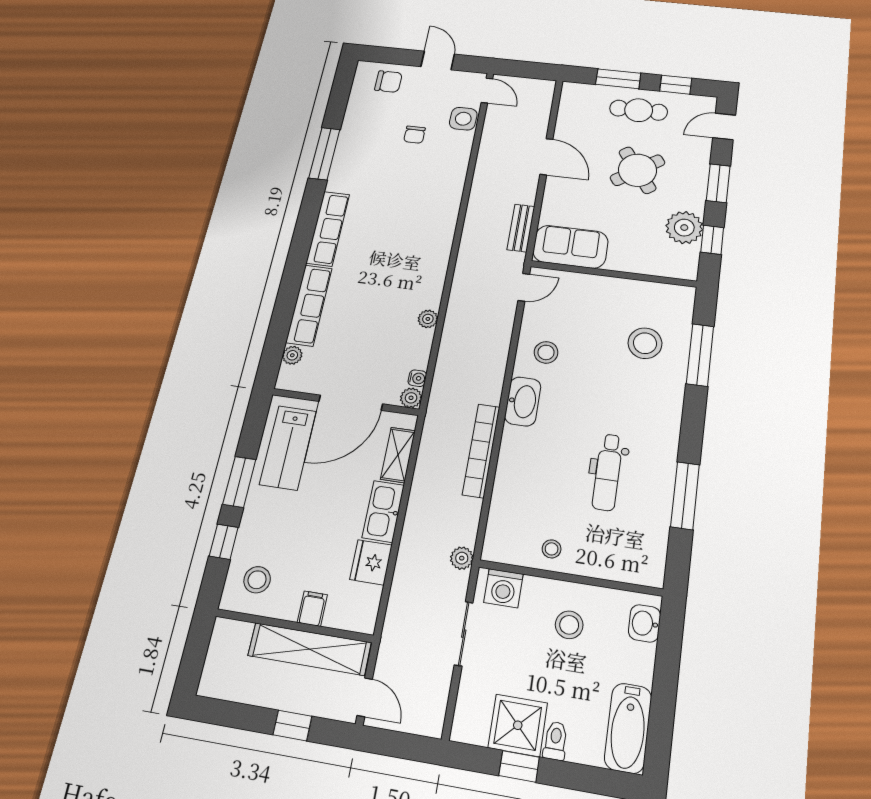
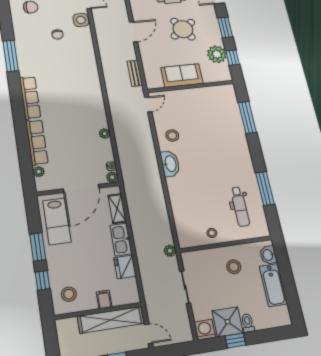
door: (546, 157) -> (133, 32), hinge flipped
sofa: (570, 247) -> (182, 76), moved
stool: (645, 343) -> (219, 118), removed
bookcase: (481, 451) -> (159, 194), removed
dental chair: (608, 472) -> (240, 207), moved
washing machine: (503, 588) -> (205, 330), moved, turned 180
bathtub: (628, 728) -> (273, 285), moved

